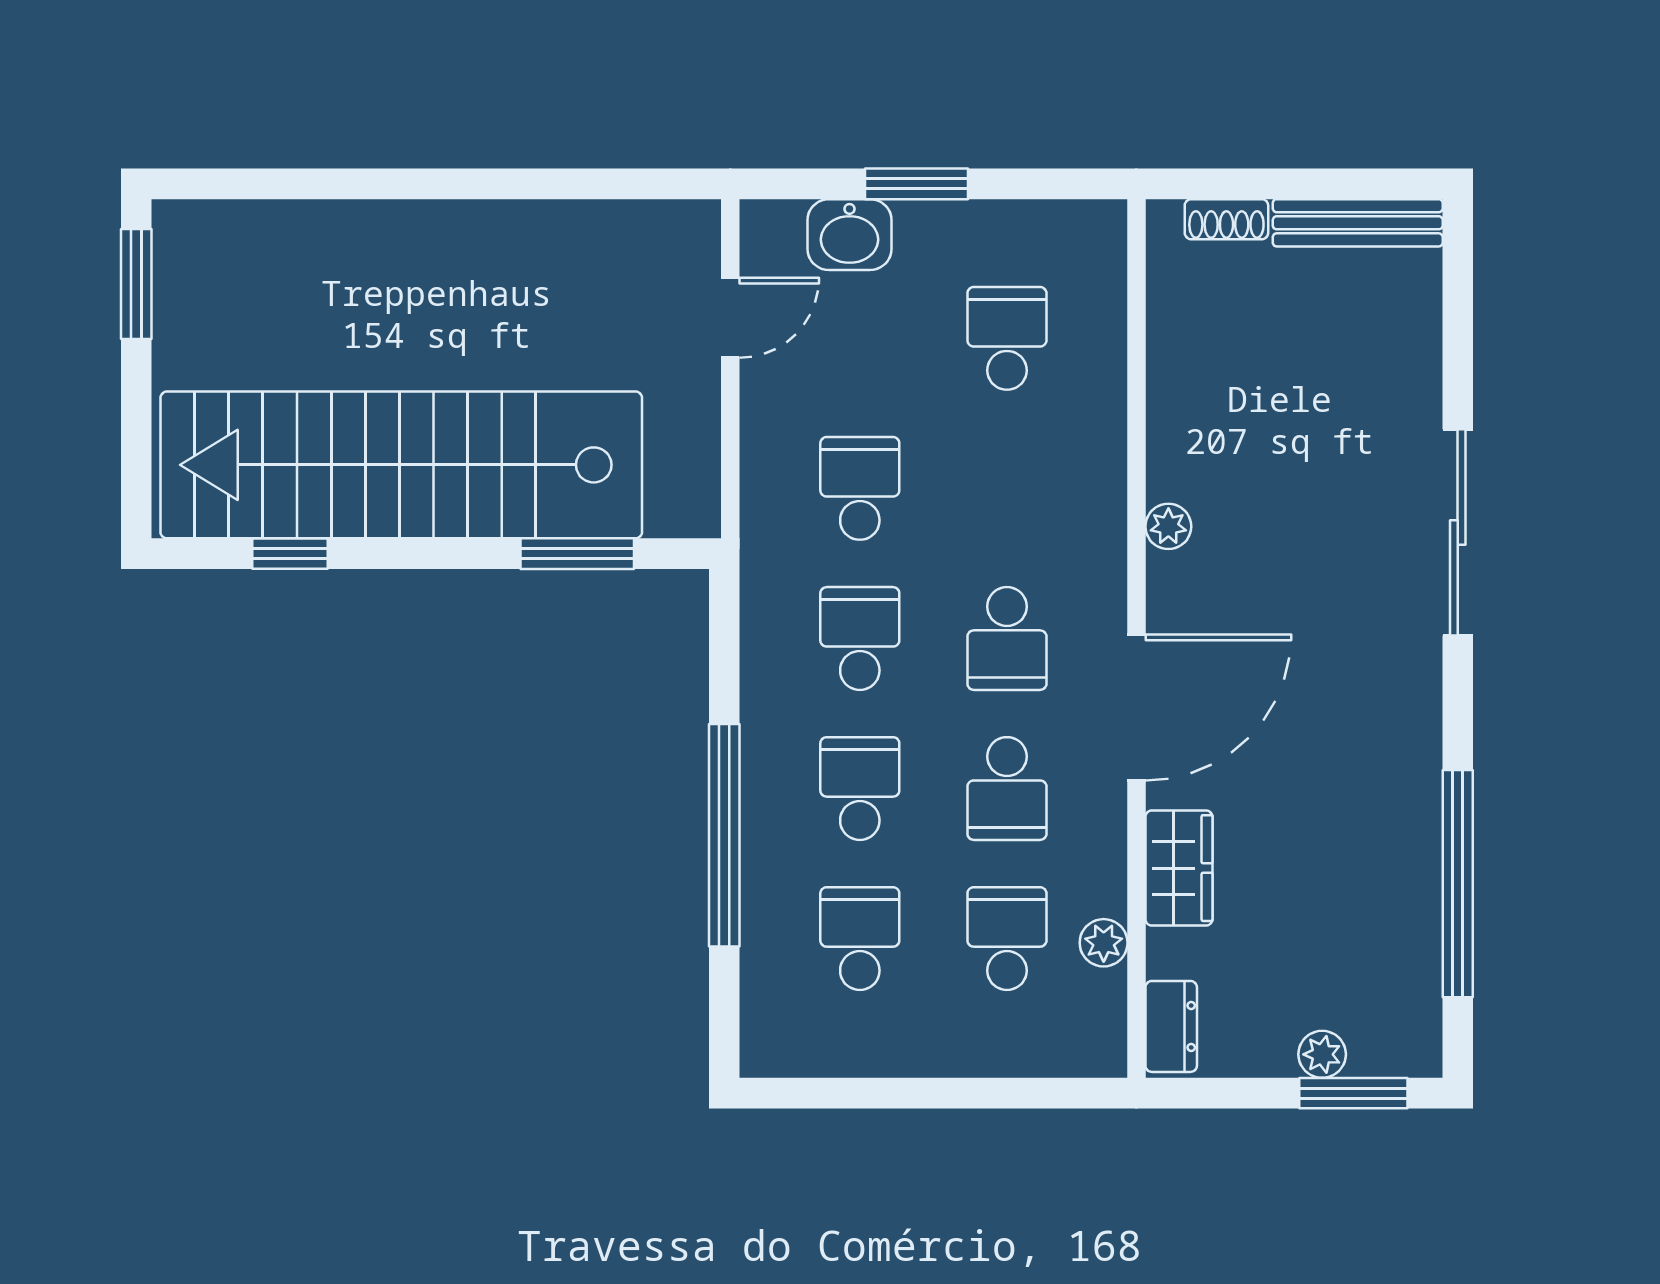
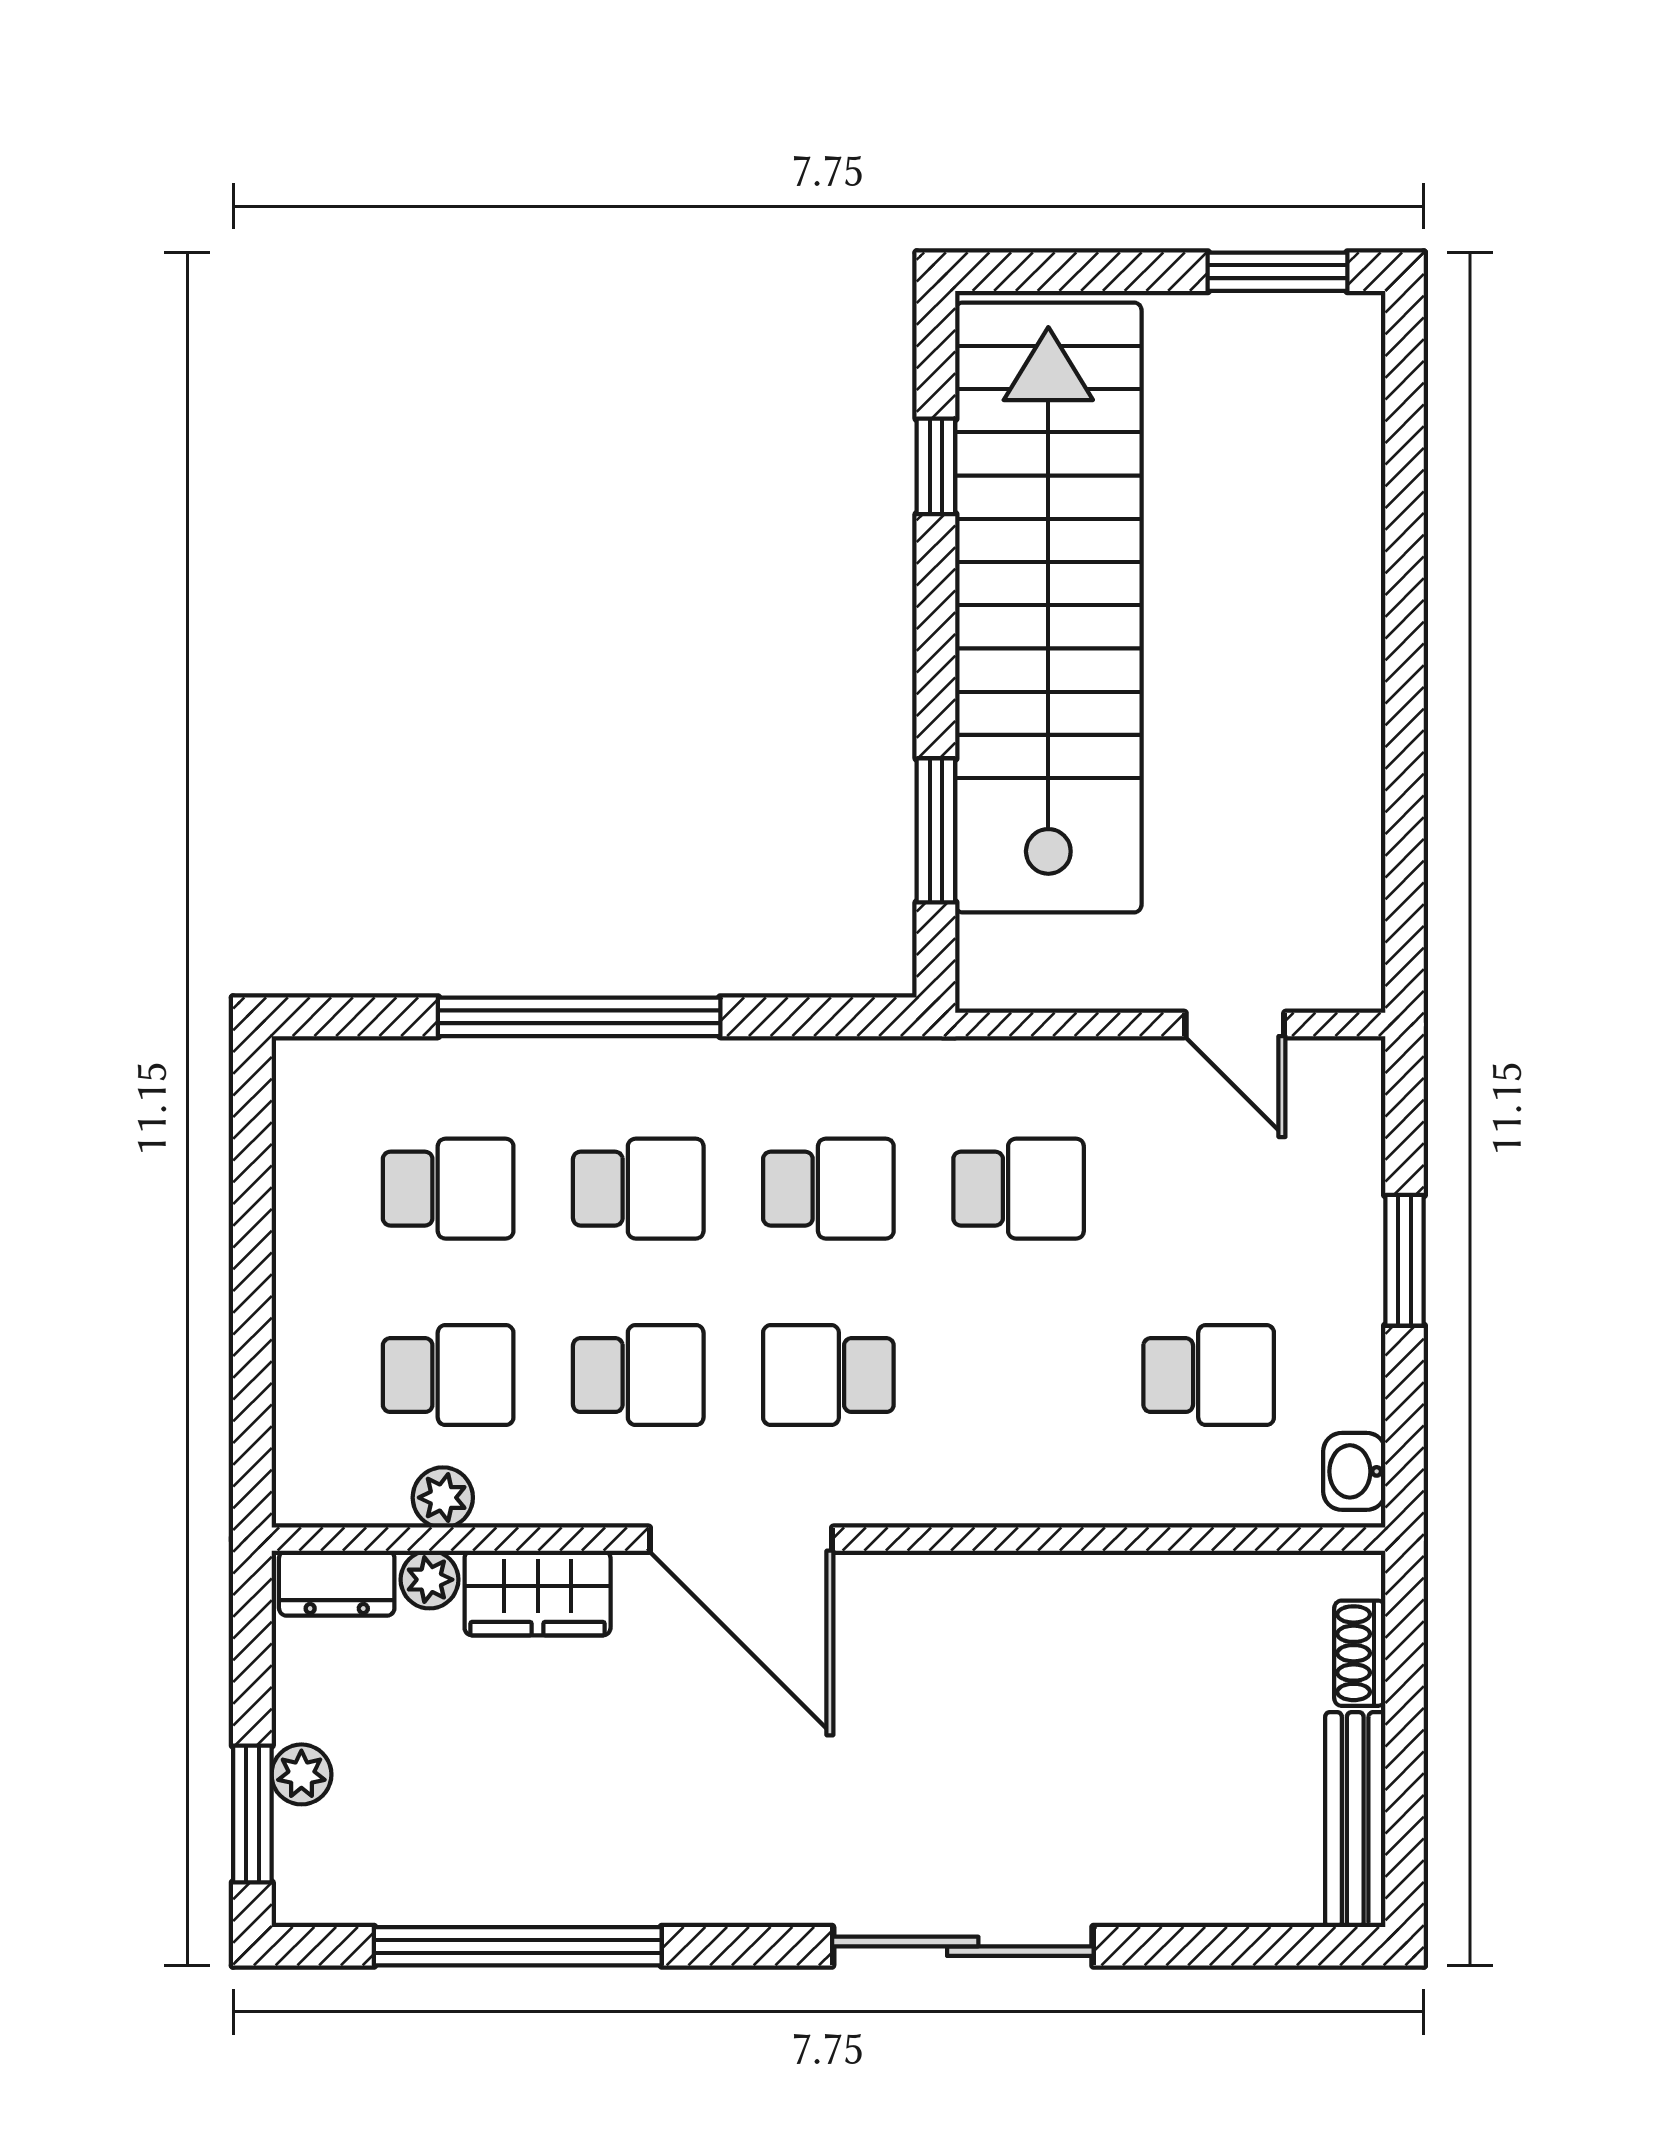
washbasin: (849, 235) -> (1354, 1471), moved, width x0.72, depth x0.69
plant: (1168, 526) -> (429, 1580), moved
school desk: (1007, 789) -> (638, 1375), turned 180

